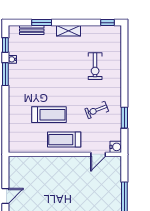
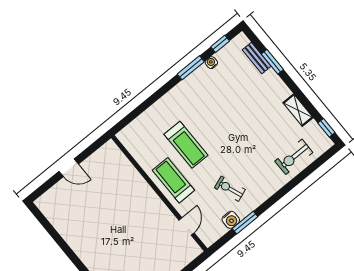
shelving: (68, 31) -> (298, 110), moved
exercise bike: (95, 66) -> (294, 157), moved
water cooler: (116, 147) -> (231, 220), moved
door: (98, 154) -> (186, 226), swing flipped

